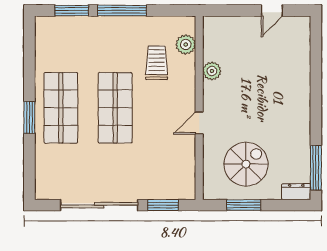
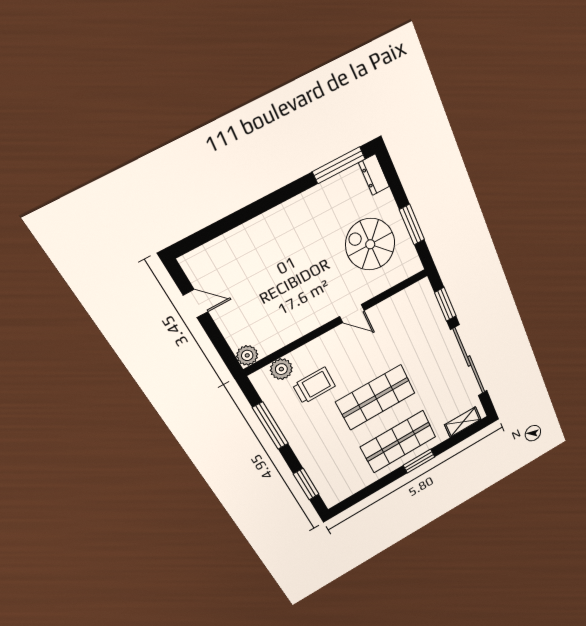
window: (122, 11) -> (270, 426), moved
trolley: (157, 63) -> (314, 386), turned 180
plant: (212, 71) -> (247, 355), moved
shelving: (43, 175) -> (463, 422), added

